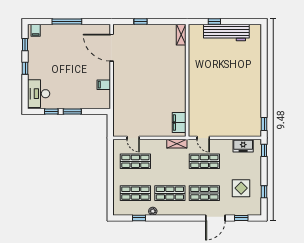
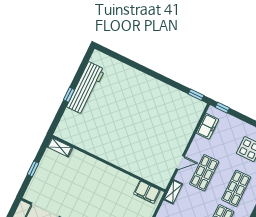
shelving: (181, 35) -> (60, 147), moved
wall: (187, 80) -> (109, 163), moved
filing cabinet: (179, 123) -> (147, 192), moved

